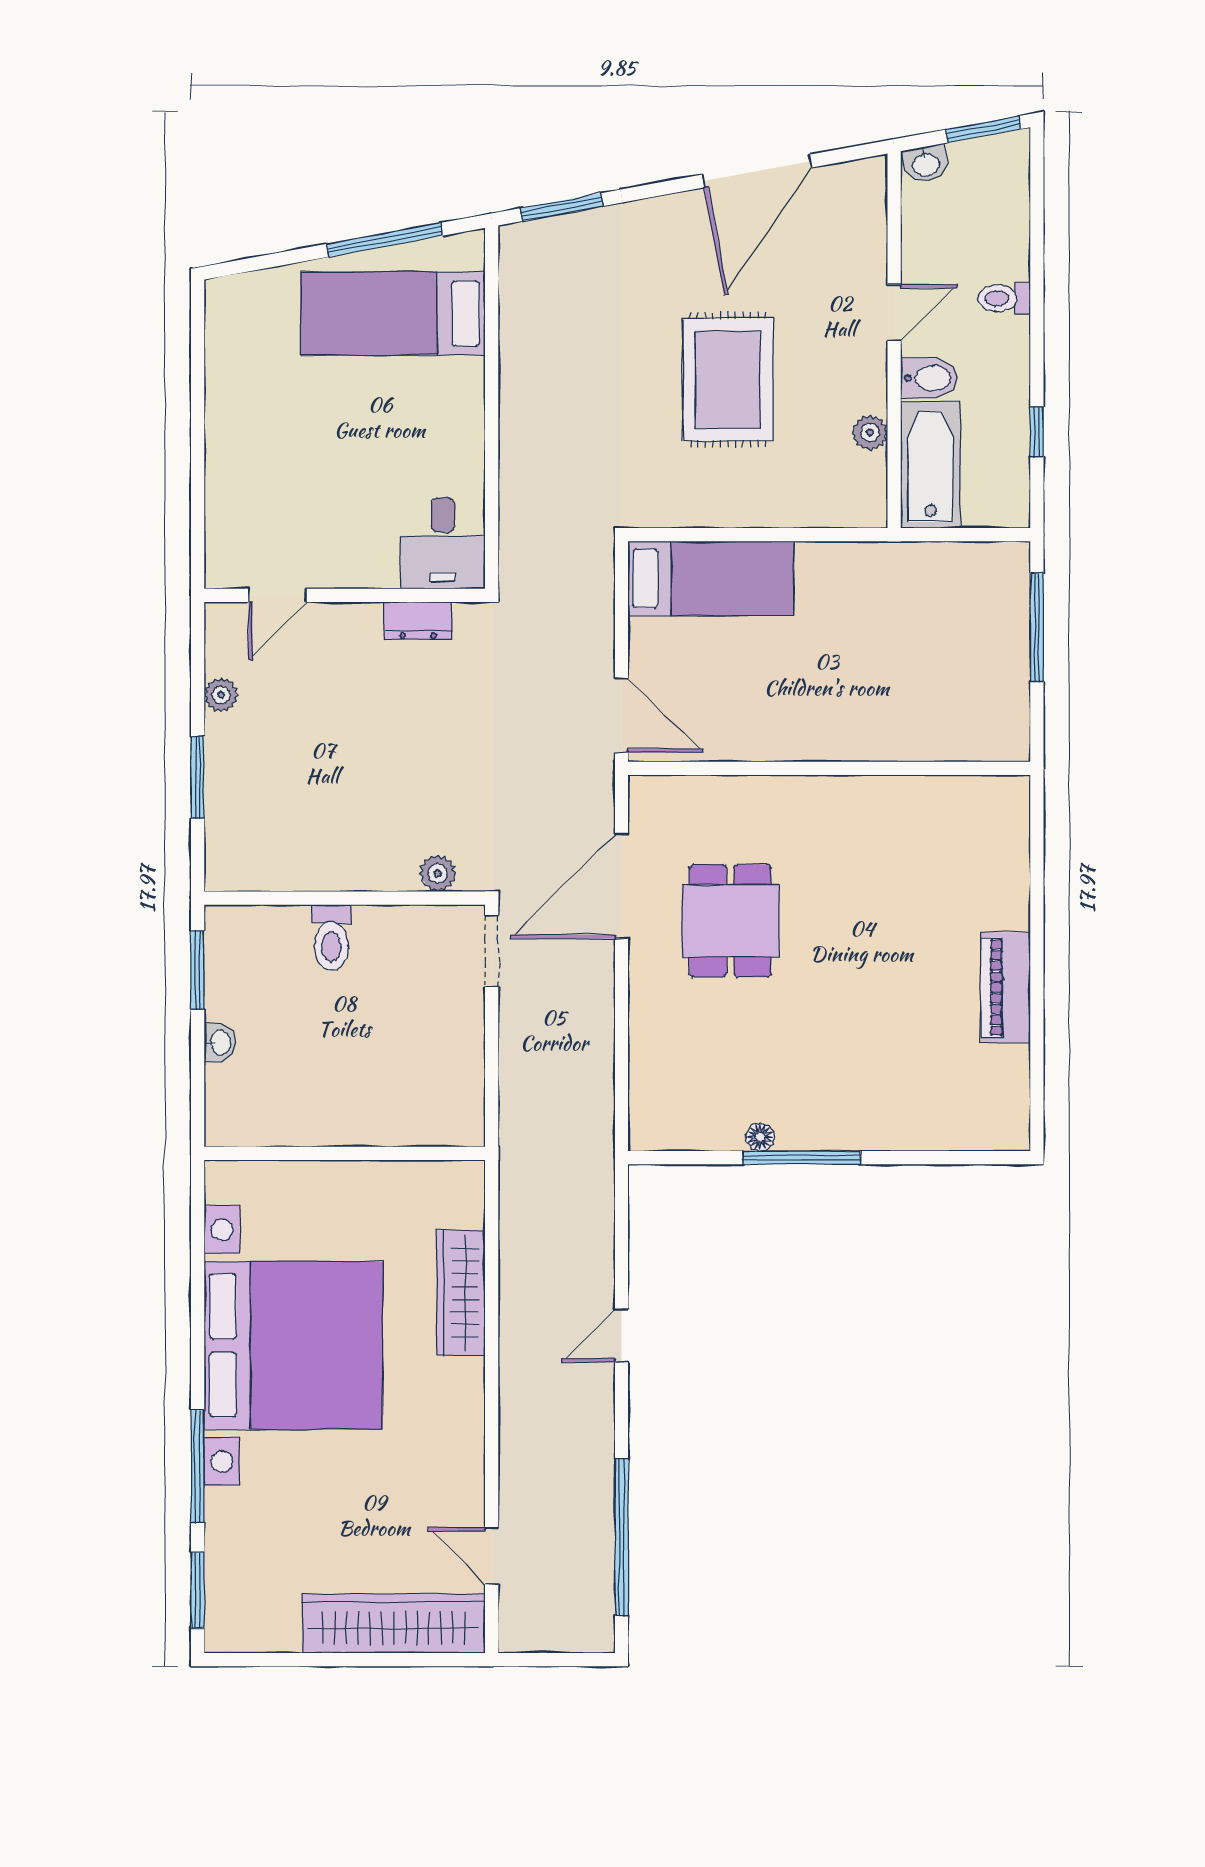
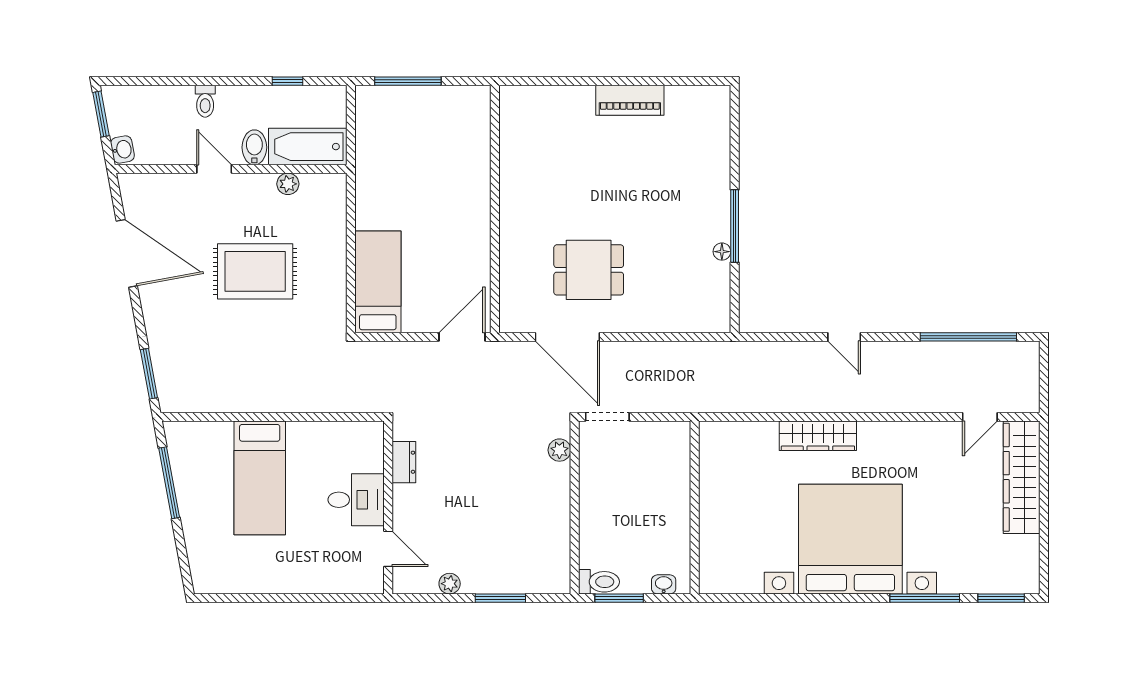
bed: (393, 313) -> (260, 478), moved
desk: (443, 543) -> (356, 500), moved
toilet: (331, 938) -> (599, 582), moved
wall: (345, 1153) -> (695, 507), moved

